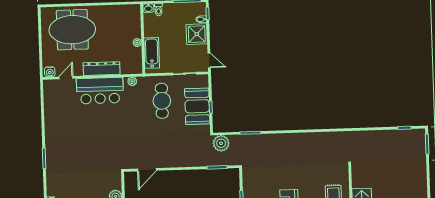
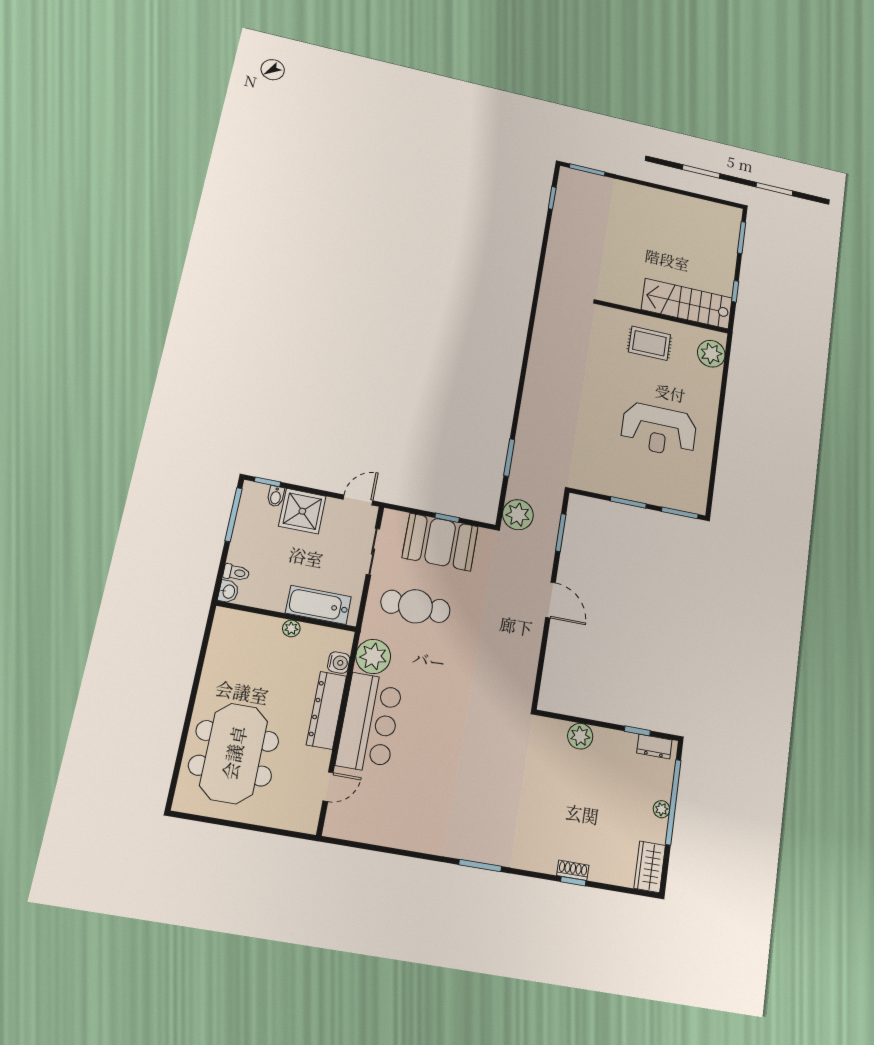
water cooler: (50, 72) -> (339, 663), moved
door: (66, 78) -> (328, 787), swing flipped
plant: (132, 81) -> (373, 656), width x1.87, depth x1.87
door: (147, 170) -> (551, 600), moved

